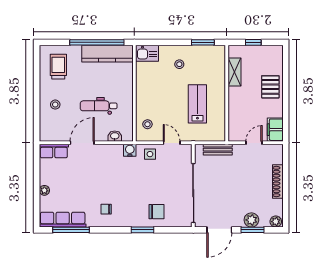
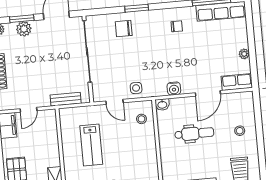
washbasin: (115, 136) -> (162, 104), moved
water cooler: (130, 150) -> (174, 89), moved
plant: (44, 190) -> (244, 54), moved

